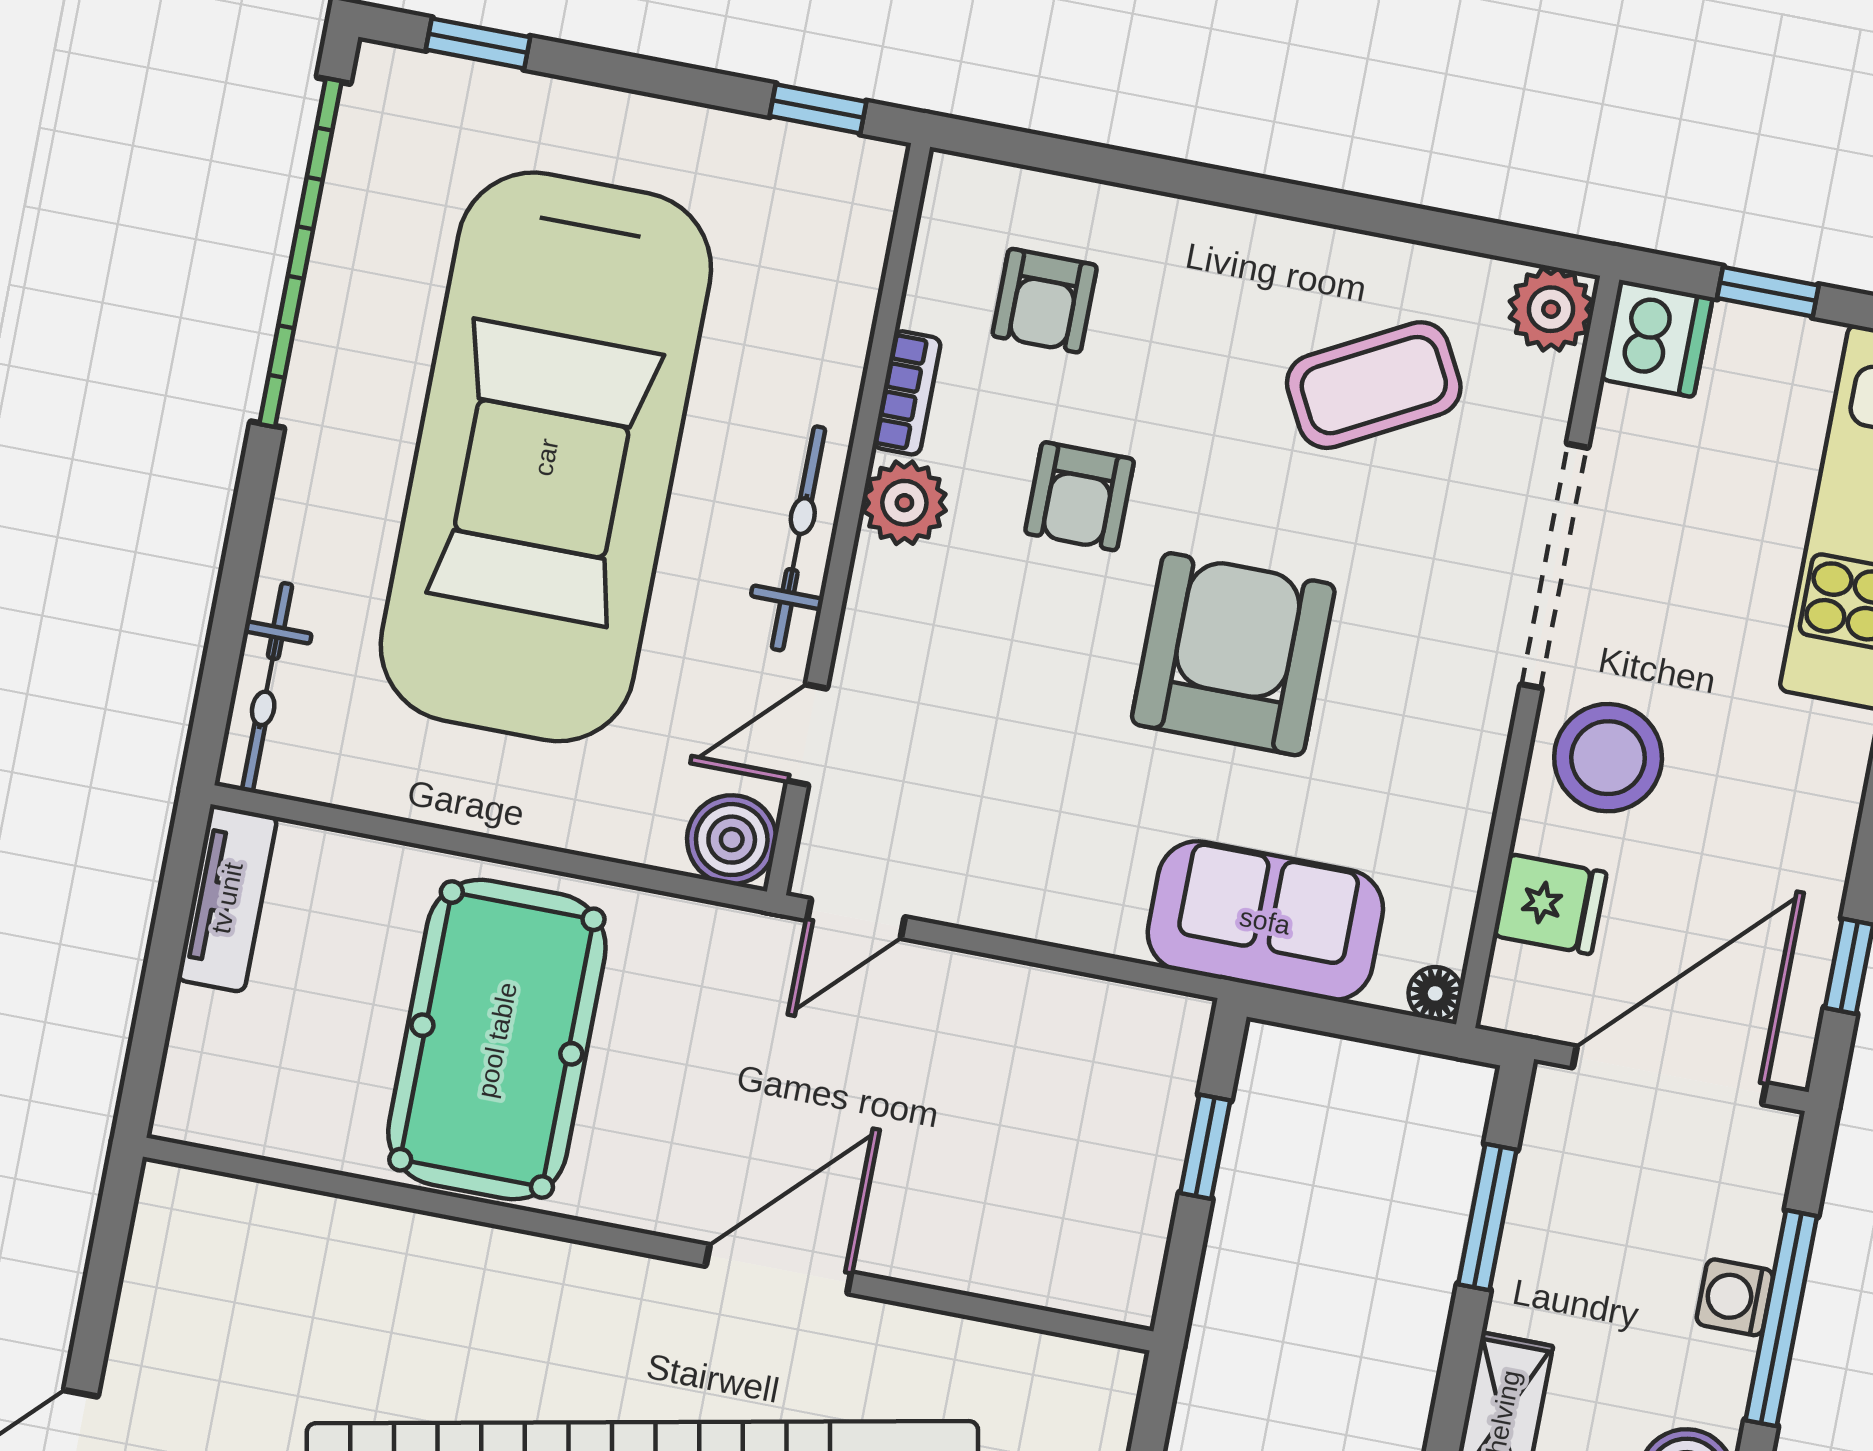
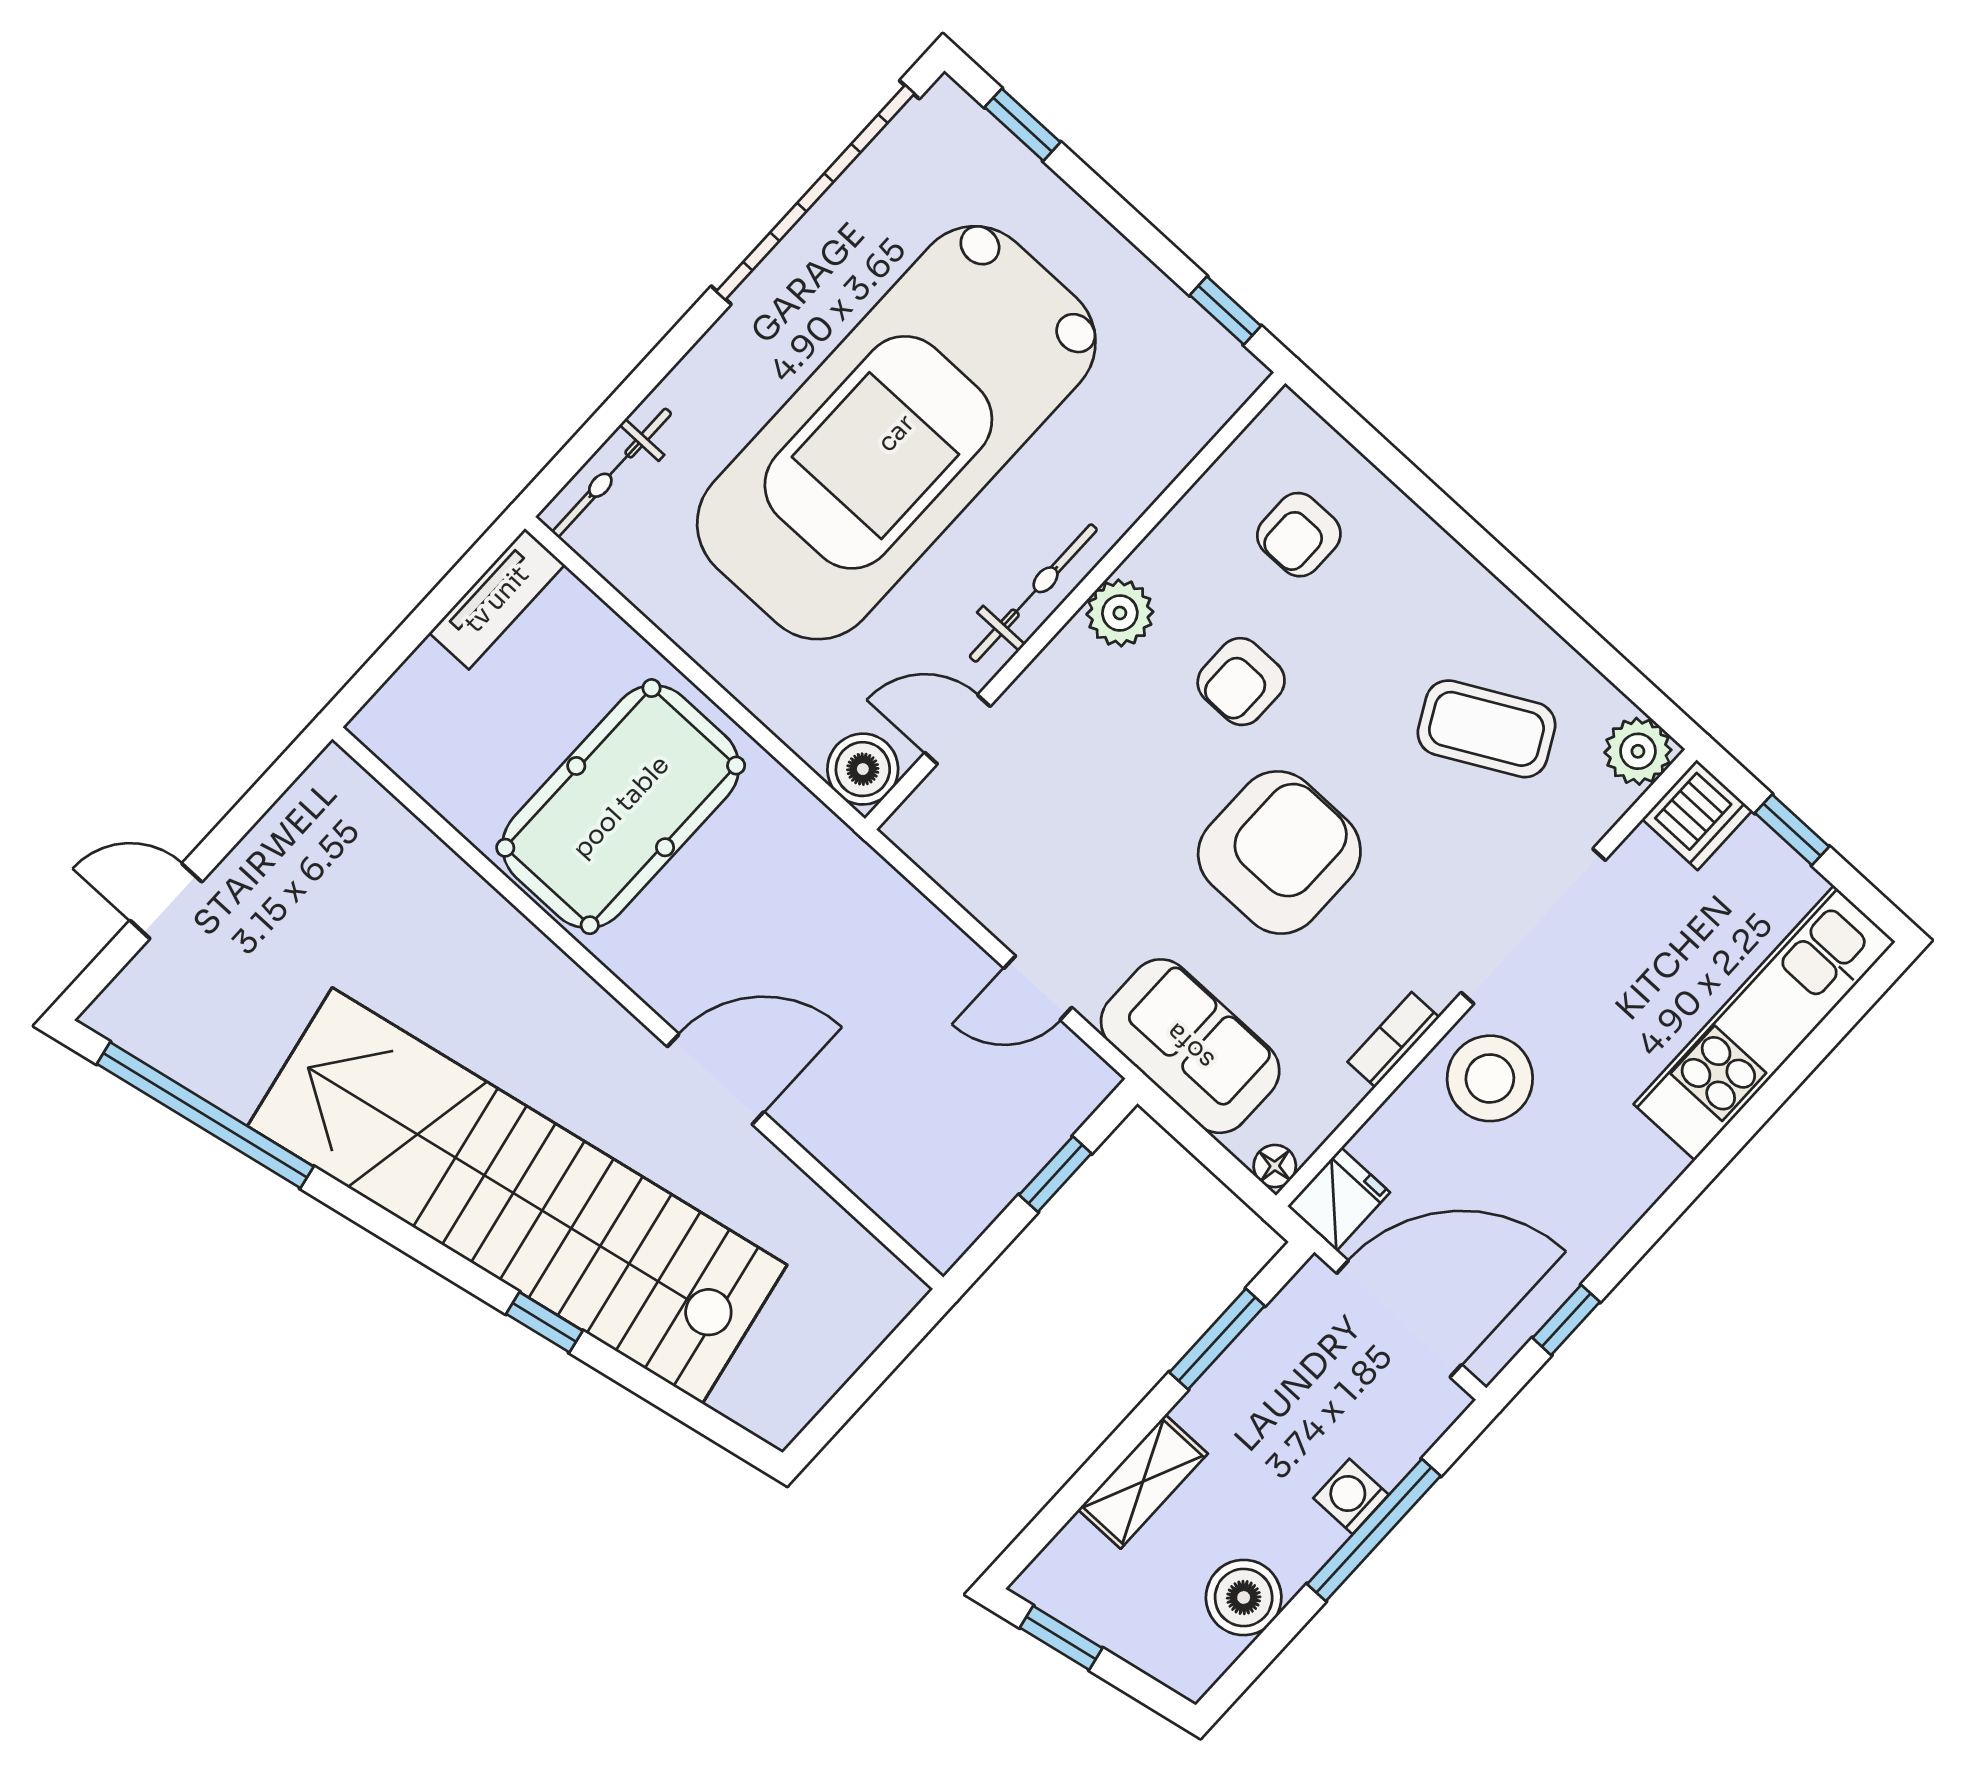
bookcase: (907, 393) -> (1393, 1040), moved, turned 180
fridge: (1550, 904) -> (1339, 1199), moved, turned -90
door: (856, 919) -> (1038, 988), moved

